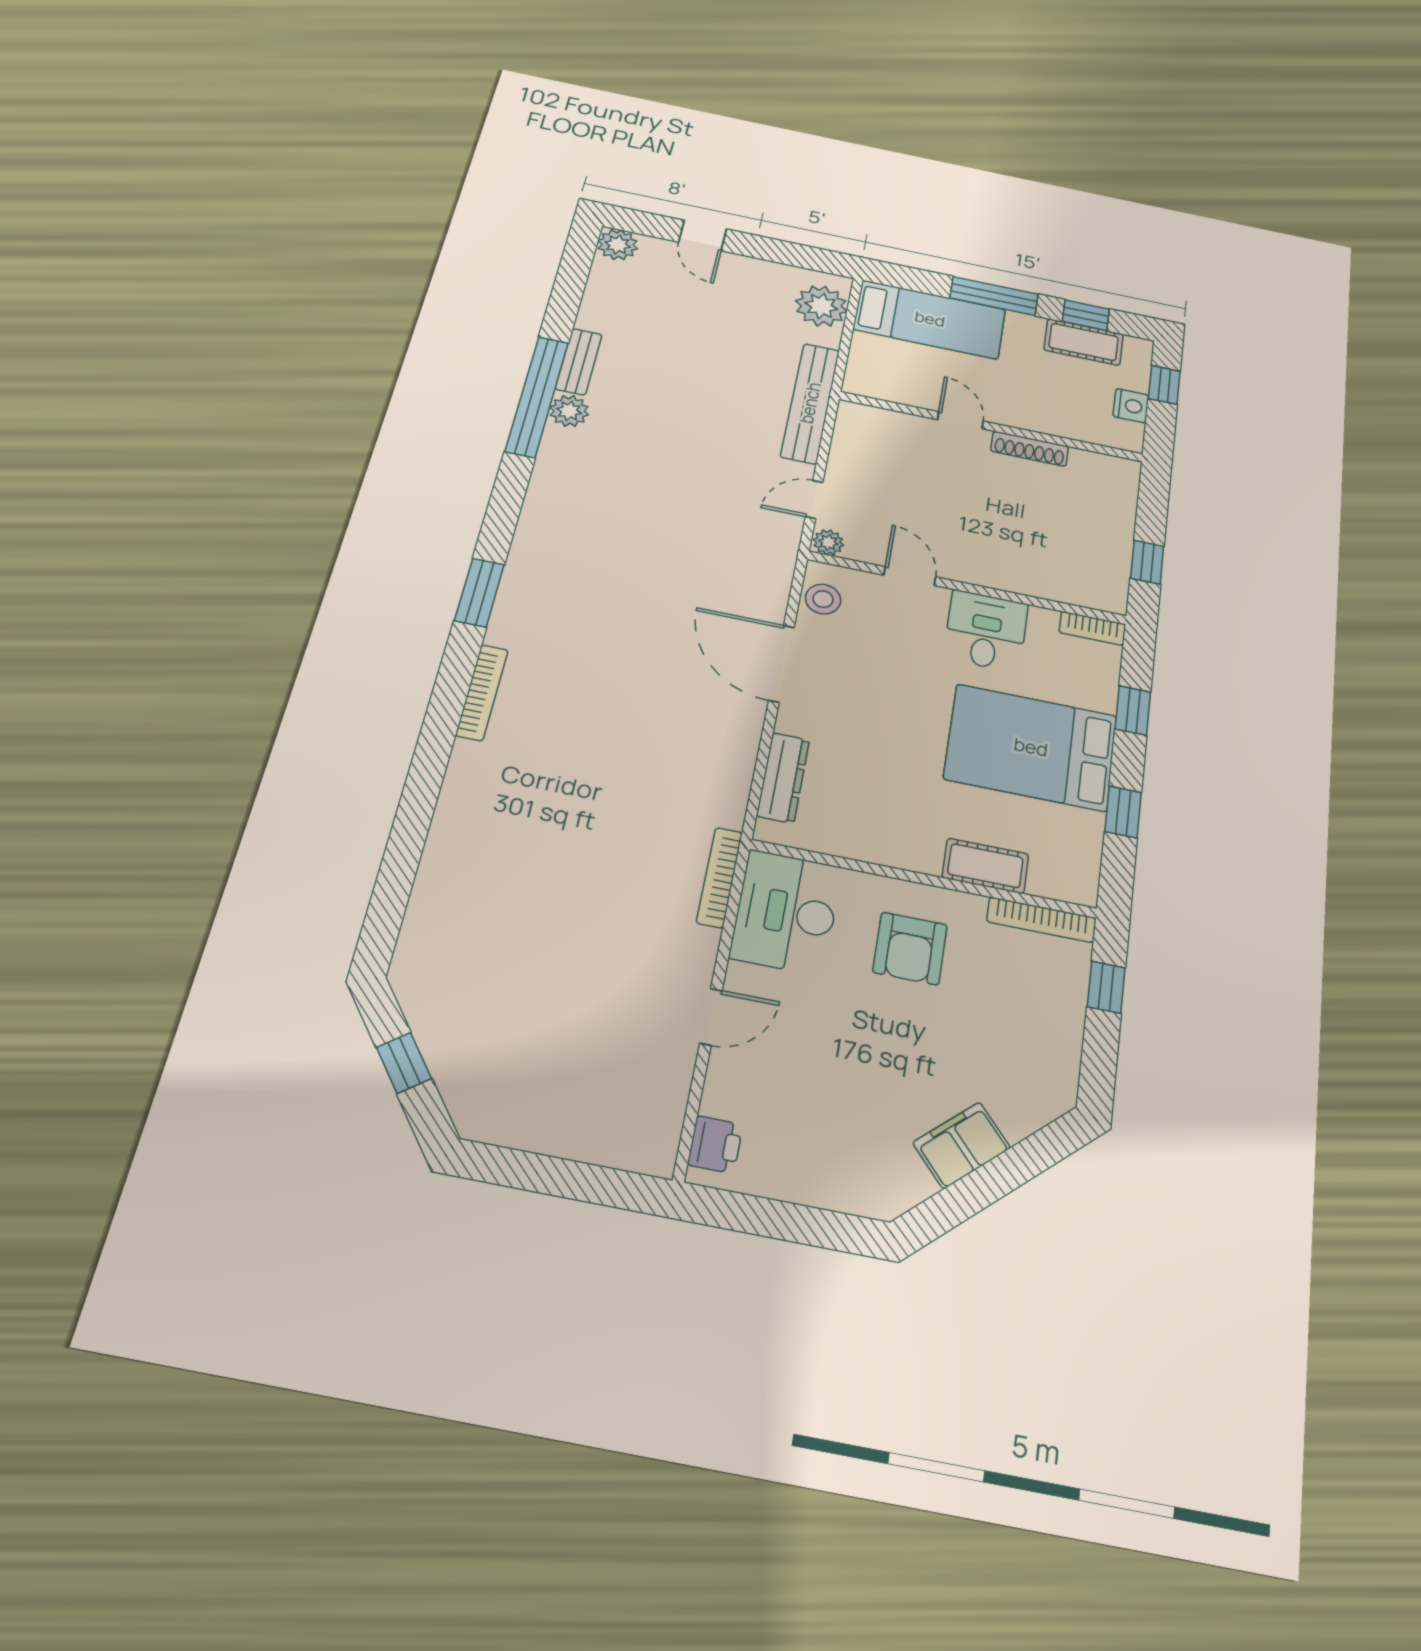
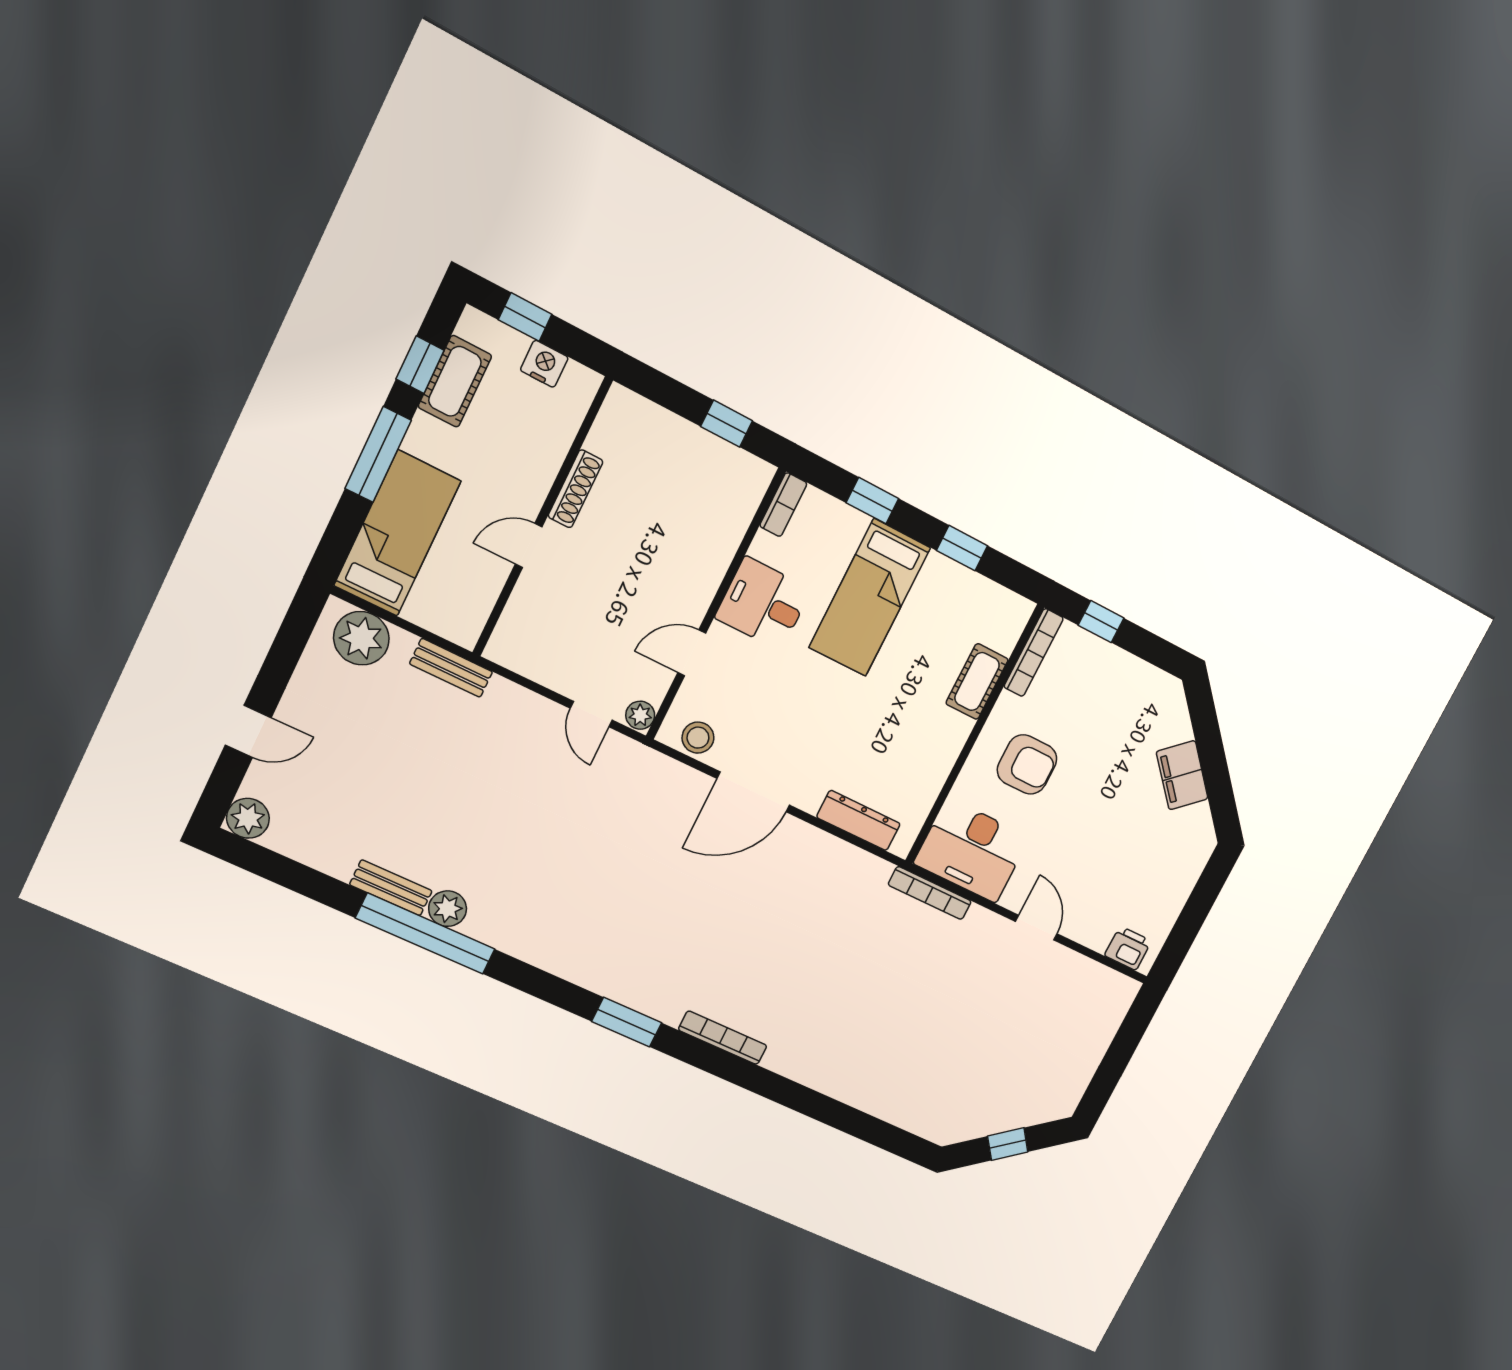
bench: (810, 403) -> (451, 668), width x0.54, depth x0.82
bed: (1031, 747) -> (870, 598), width x0.67

